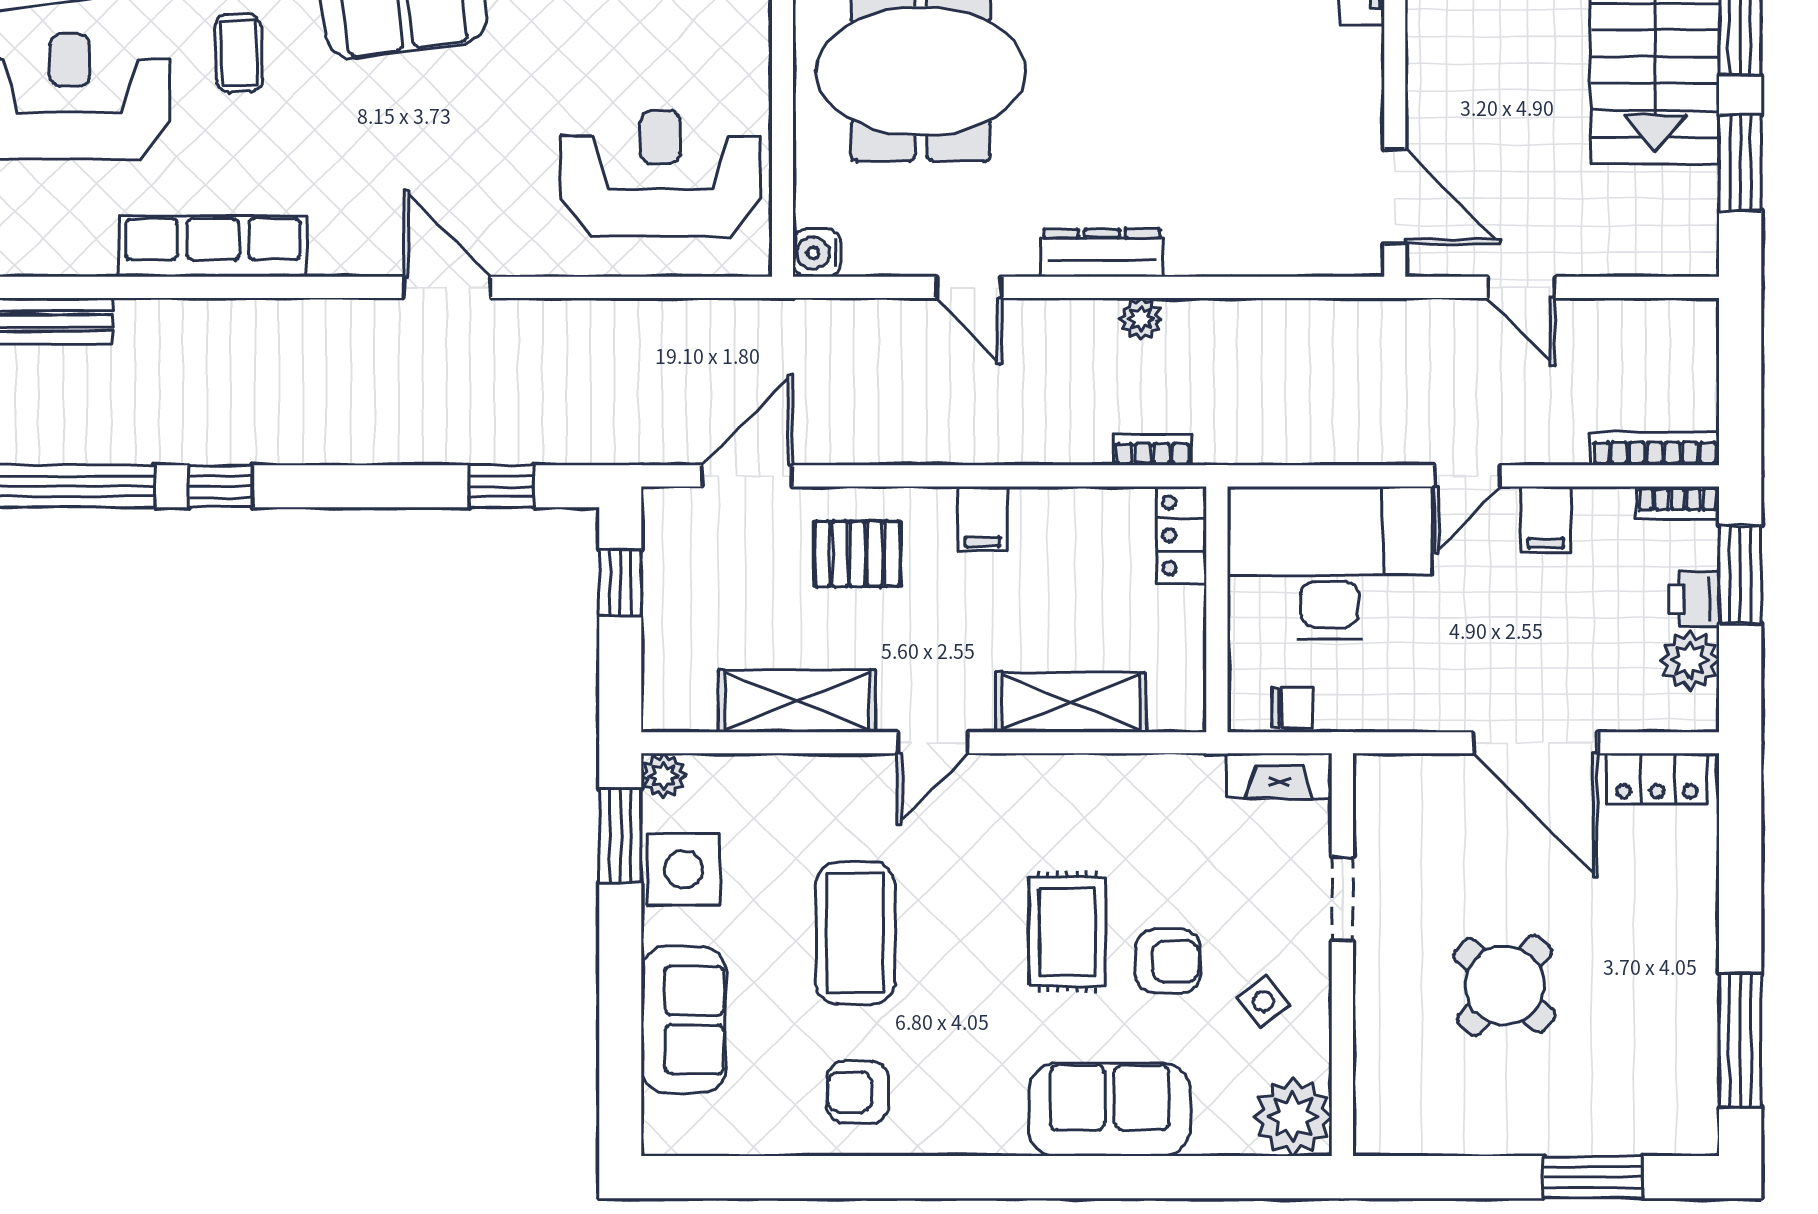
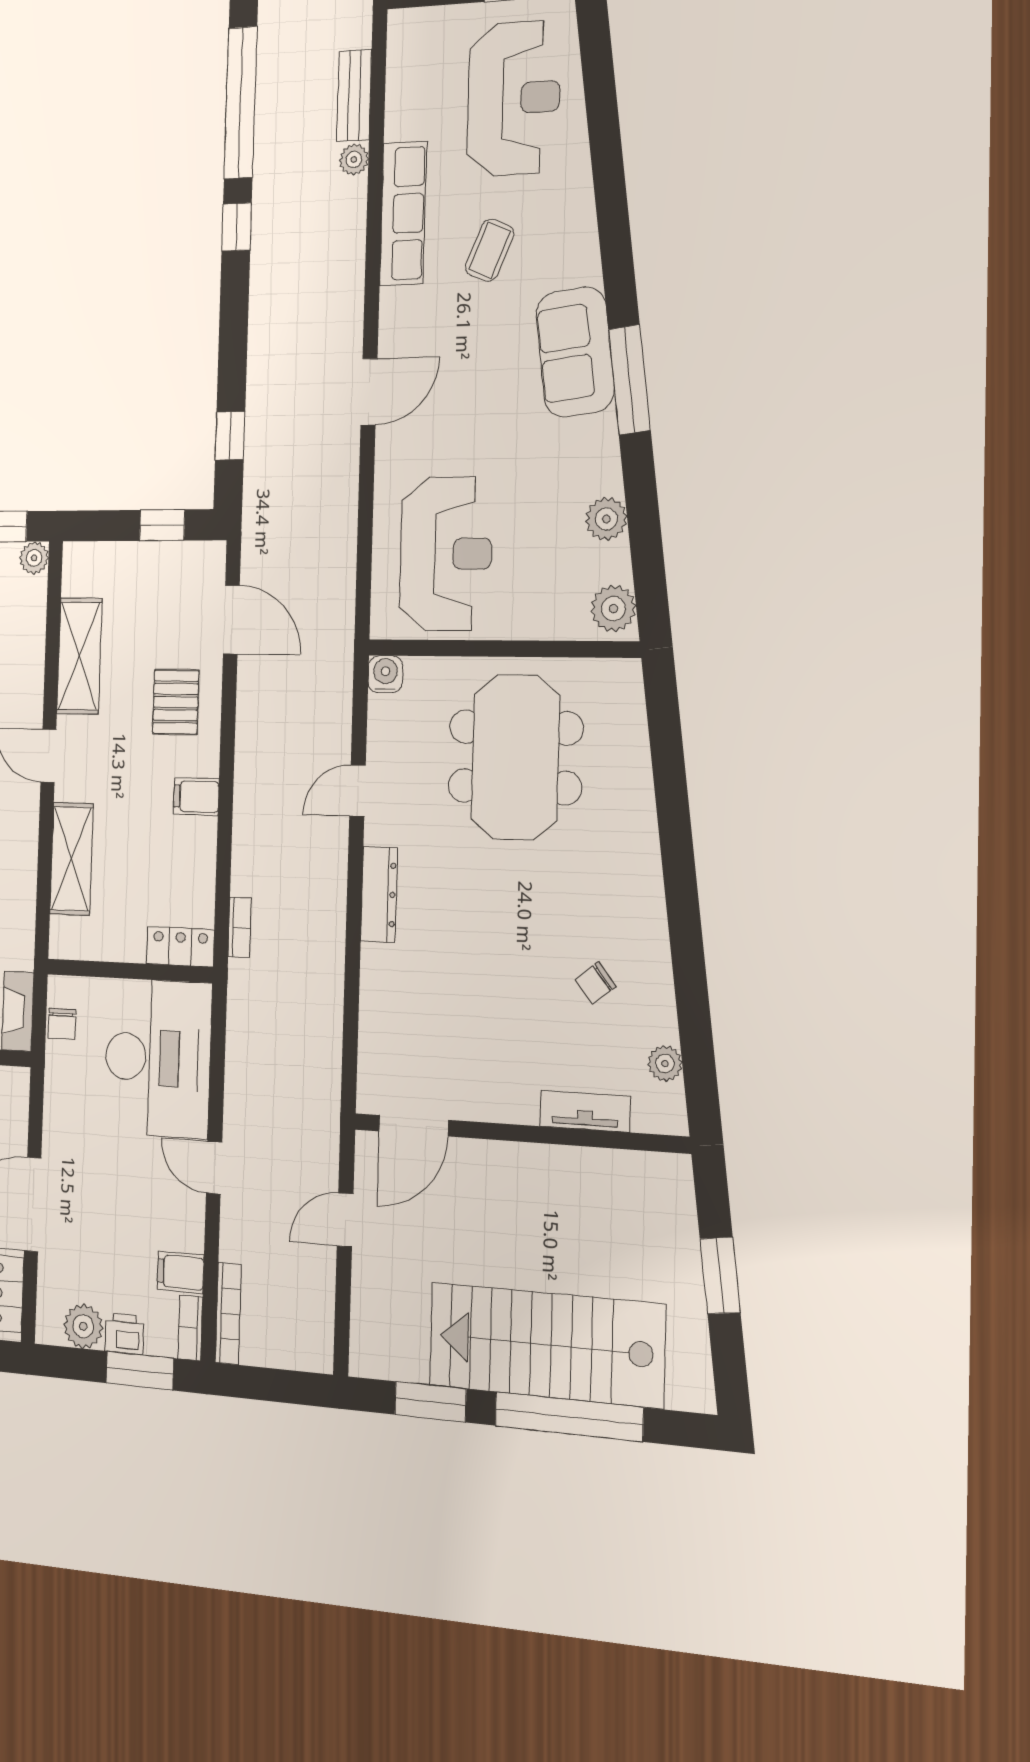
coffee table: (239, 53) -> (490, 250), moved, turned -65
plant: (1141, 319) -> (354, 159), moved
filing cabinet: (1546, 520) -> (181, 1272), moved

